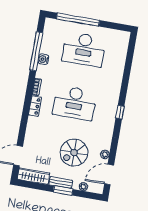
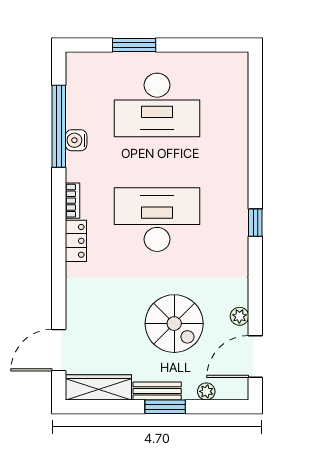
window: (78, 20) -> (134, 45), width x0.47
desk: (74, 103) -> (157, 220), turned 180
spiral stairs: (74, 153) -> (174, 324), turned -90

